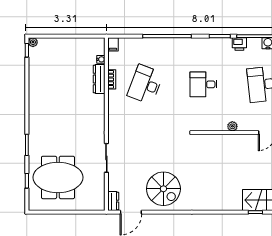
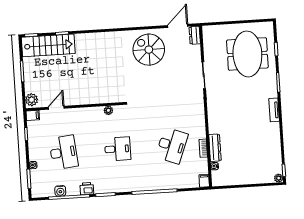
tv unit: (33, 116) -> (274, 110), added
plant: (232, 126) -> (108, 110), moved
meeting table: (58, 177) -> (247, 54), turned 90

